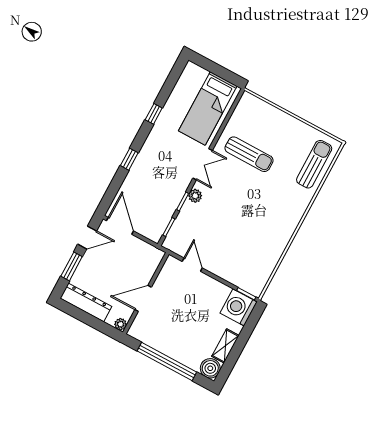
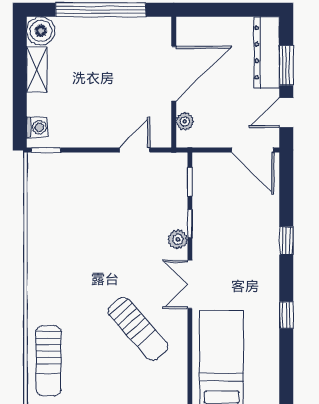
sun lounger: (249, 154) -> (138, 329), turned -132
door: (192, 265) -> (135, 150), swing flipped
door: (143, 298) -> (174, 74), width x1.36
dresser: (86, 302) -> (267, 53), moved, turned 90
washing machine: (239, 307) -> (37, 127), width x0.53, depth x0.53
plant: (120, 324) -> (185, 121), moved

